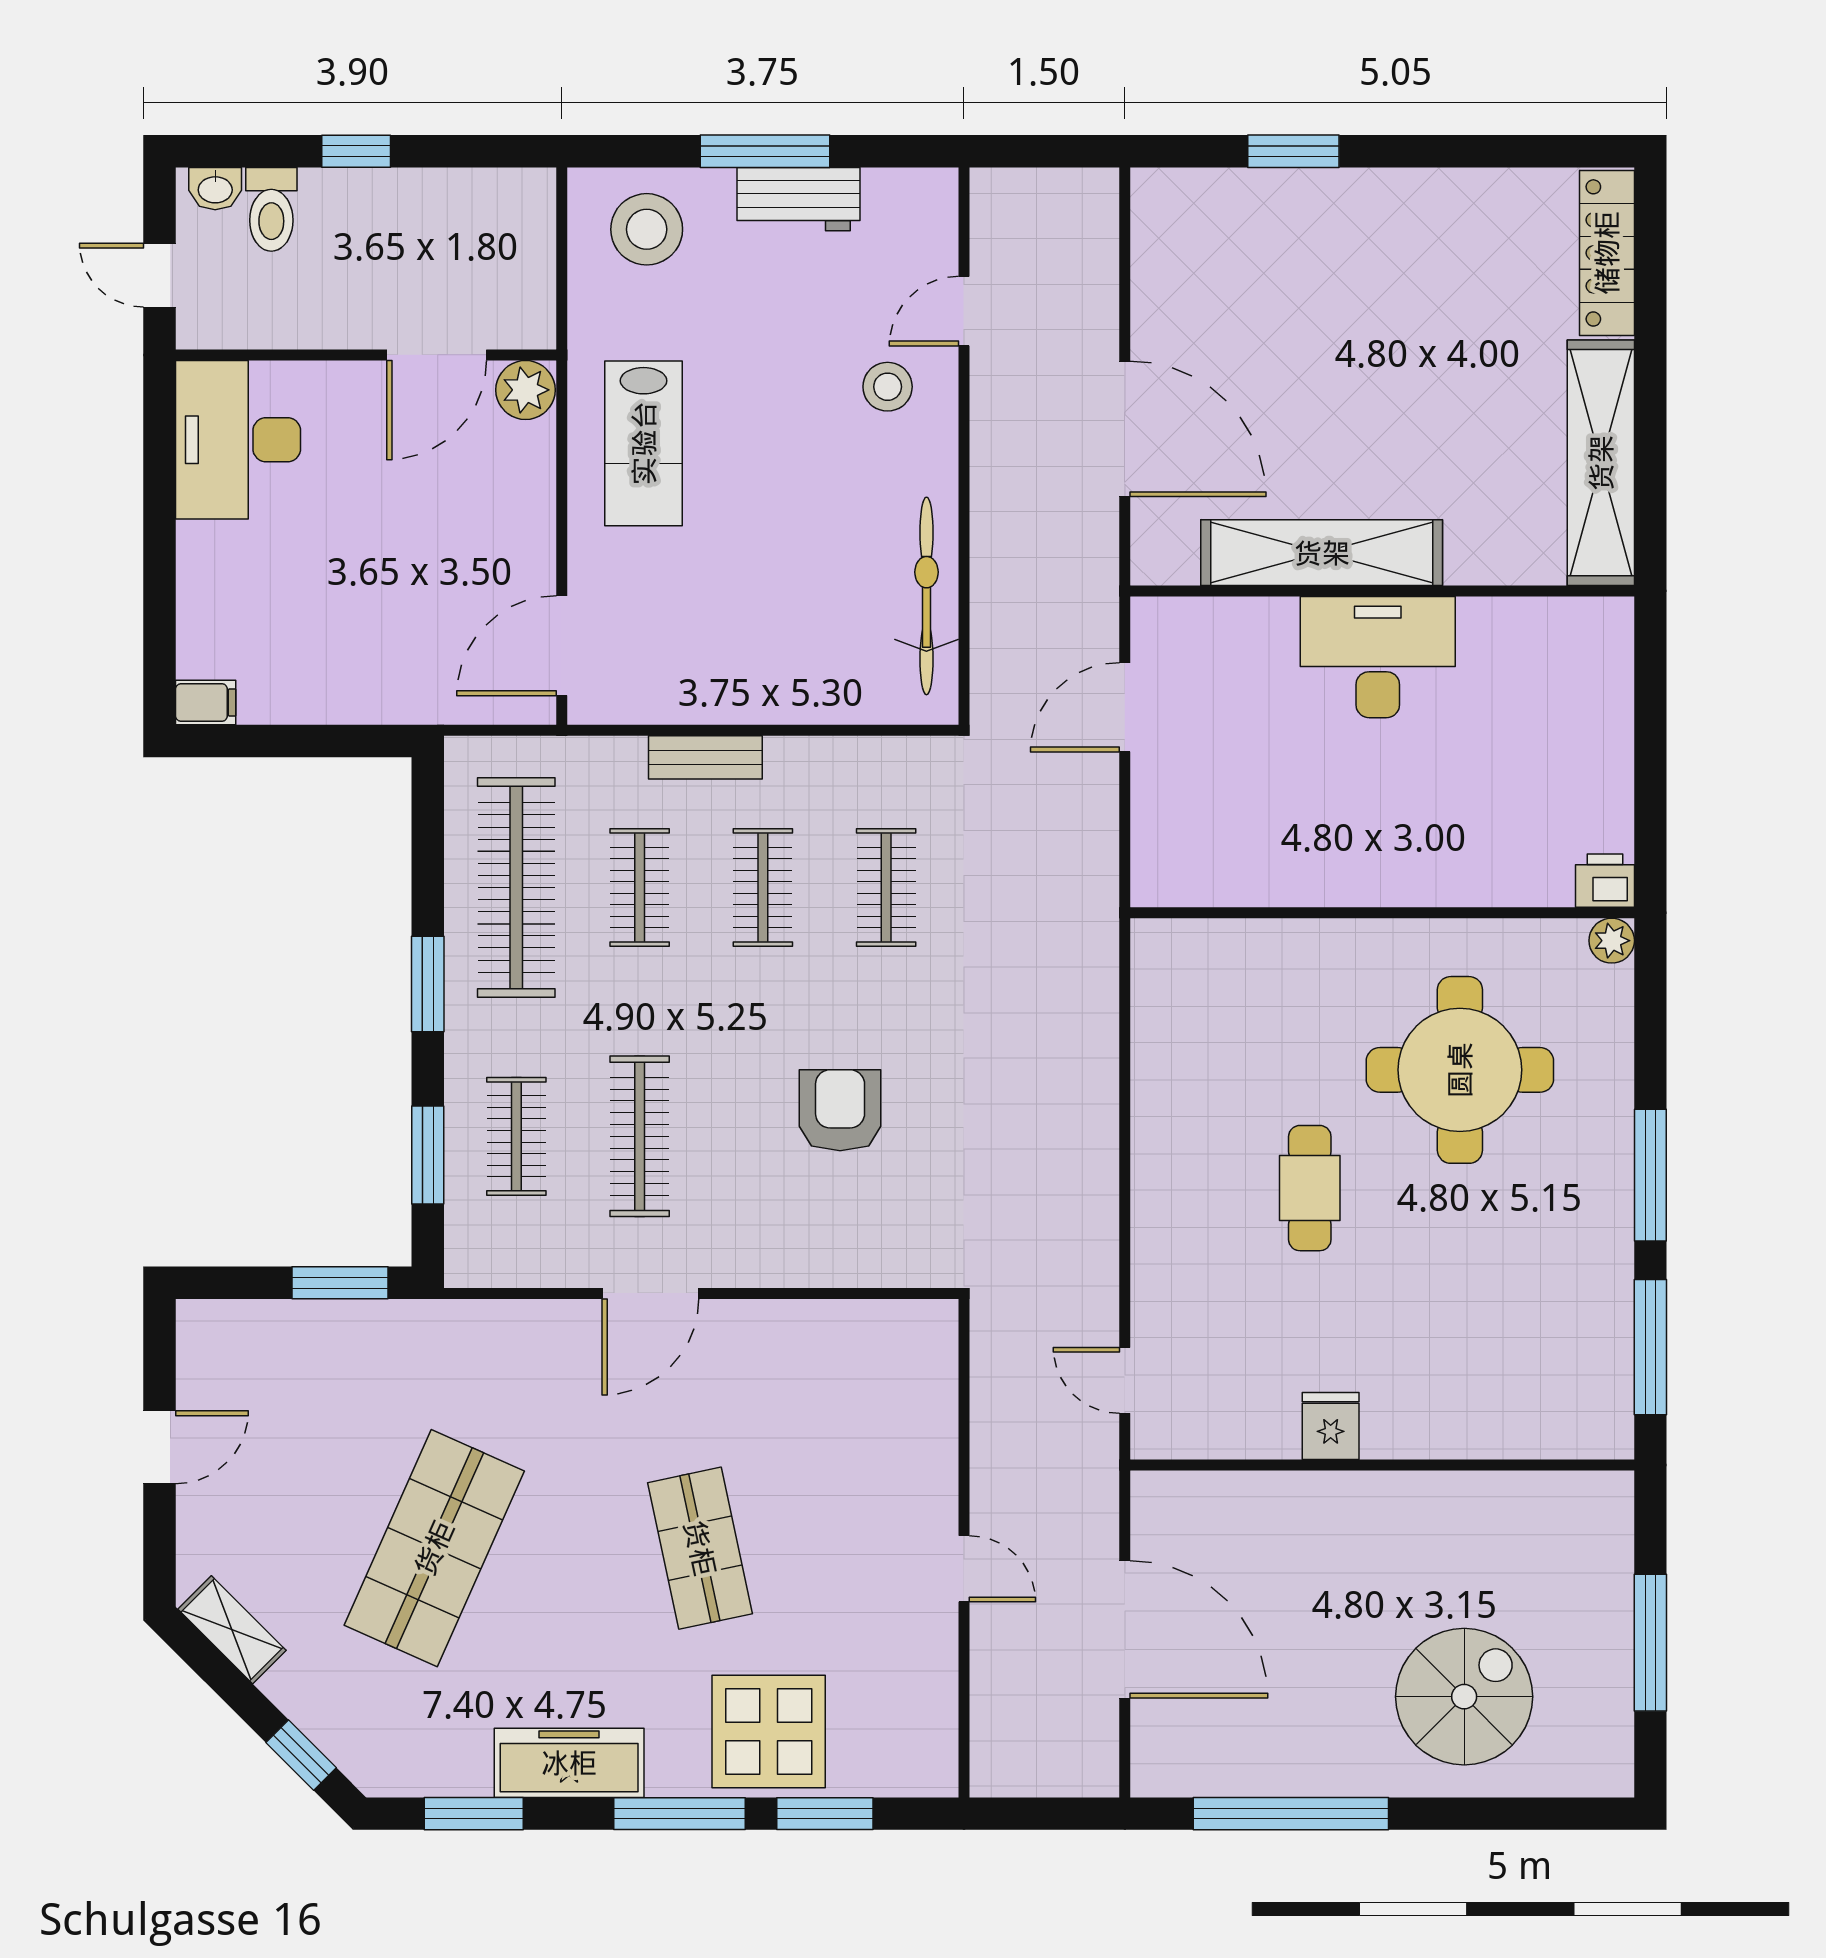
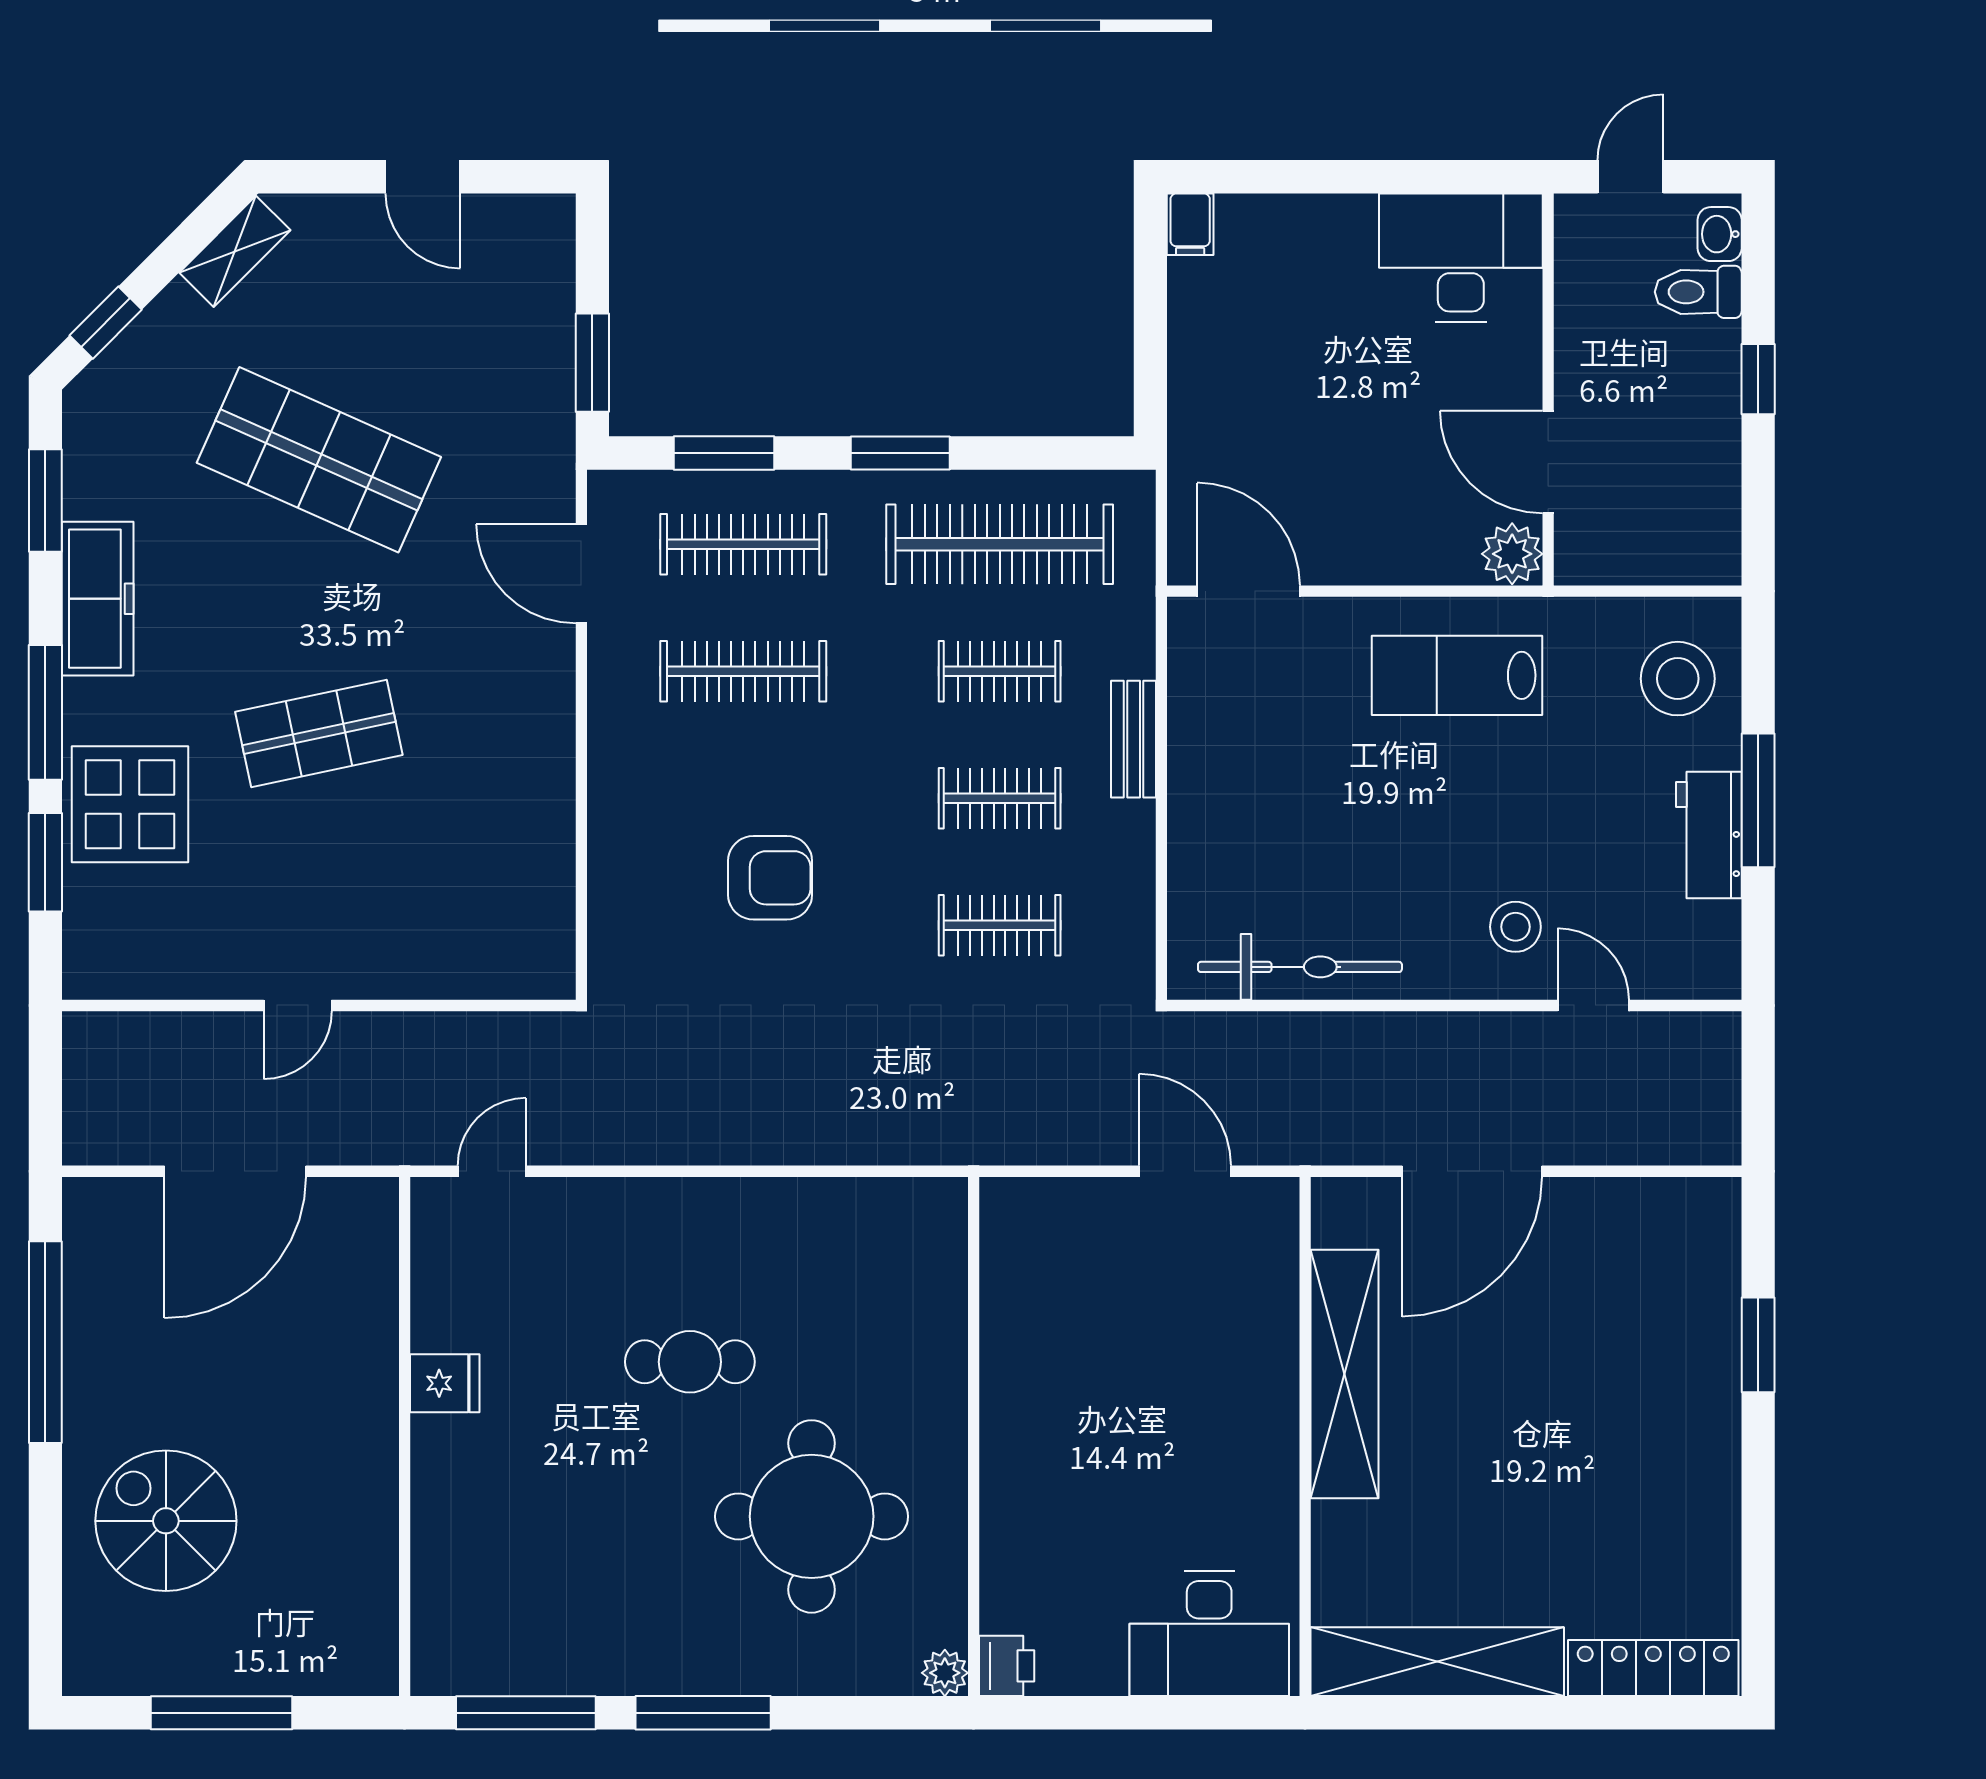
desk: (1378, 657) -> (1209, 1634), moved, turned 90
clothes rail: (516, 1136) -> (743, 544), width x1.36
door: (650, 1293) -> (581, 574), moved
spiral stairs: (1464, 1697) -> (166, 1521), turned 180

